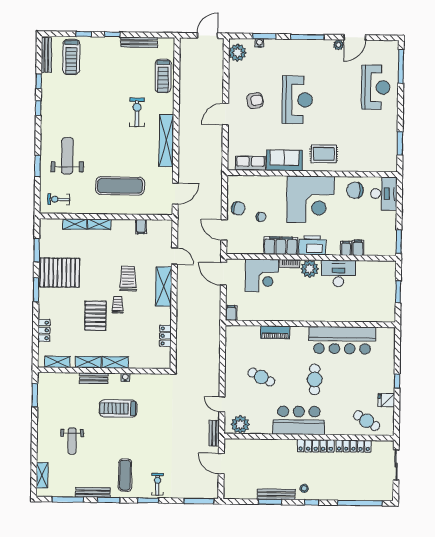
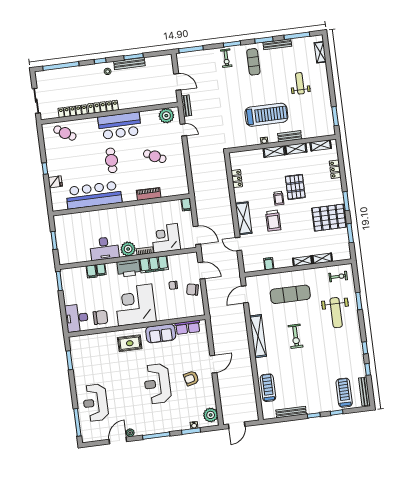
exercise bike: (137, 112) -> (296, 336), moved
fridge: (386, 400) -> (55, 182), moved
treadmill: (118, 408) -> (266, 115), width x1.37, depth x1.38

